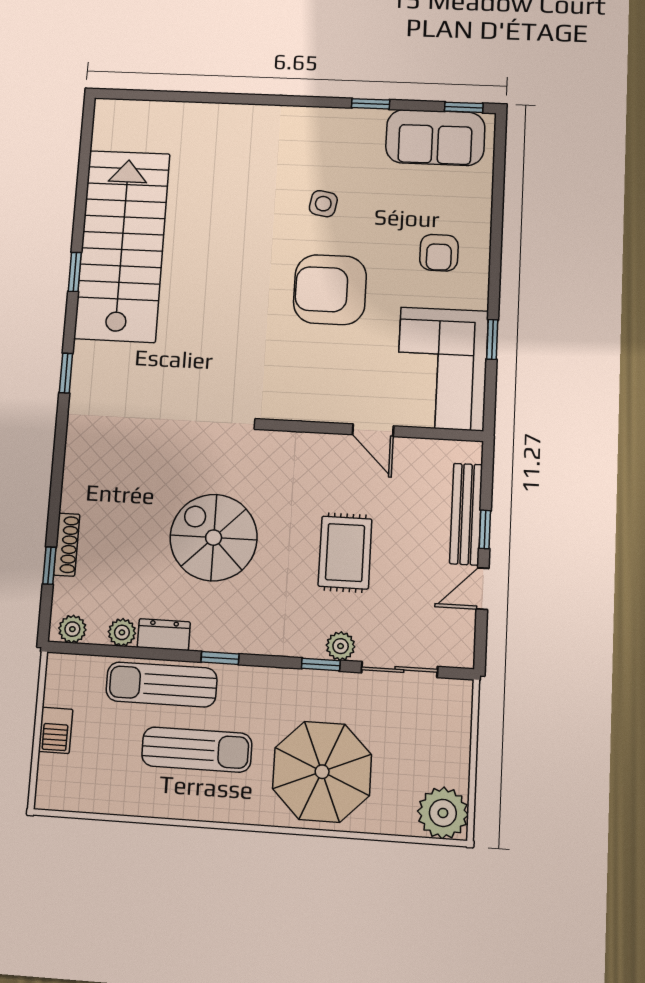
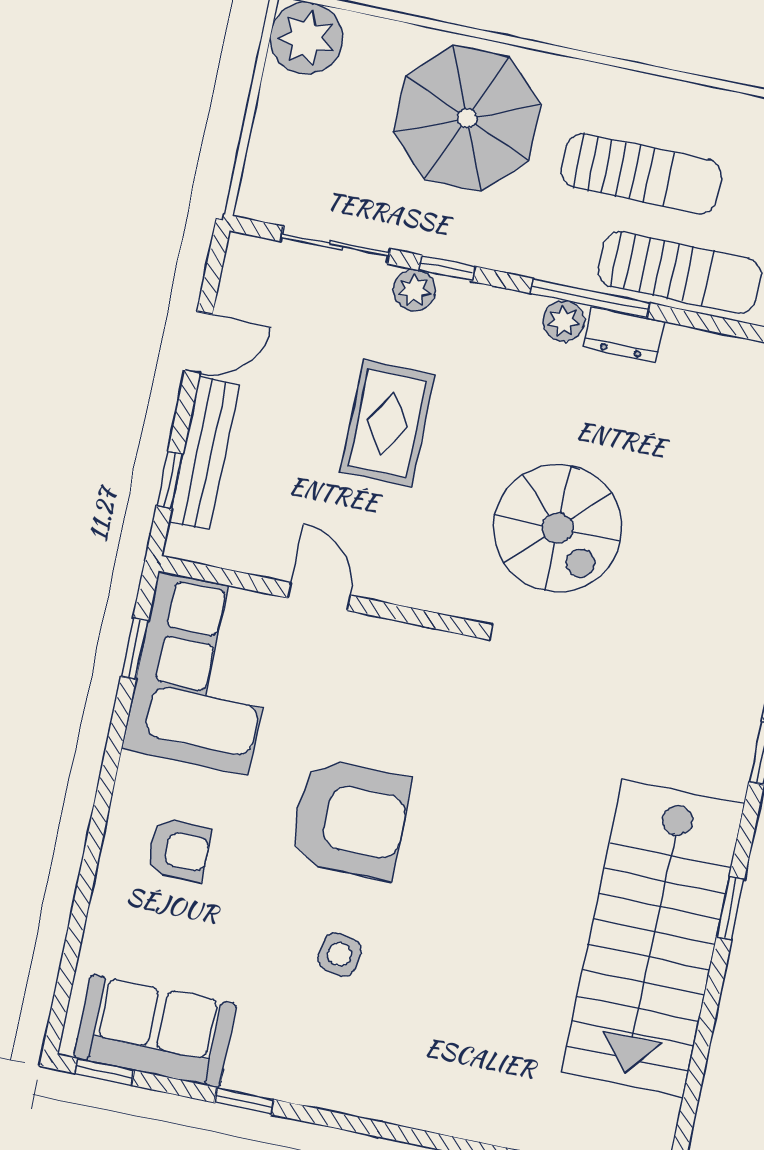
armchair: (439, 253) -> (179, 850), turned 90
window: (492, 339) -> (135, 649), moved
window: (485, 529) -> (170, 480), moved
spiral stairs: (214, 538) -> (558, 528), moved
plant: (122, 632) -> (563, 321), moved
dresser: (164, 635) -> (624, 334), moved
window: (220, 658) -> (590, 298), width x2.17
sun lounger: (197, 750) -> (641, 174), turned 180

